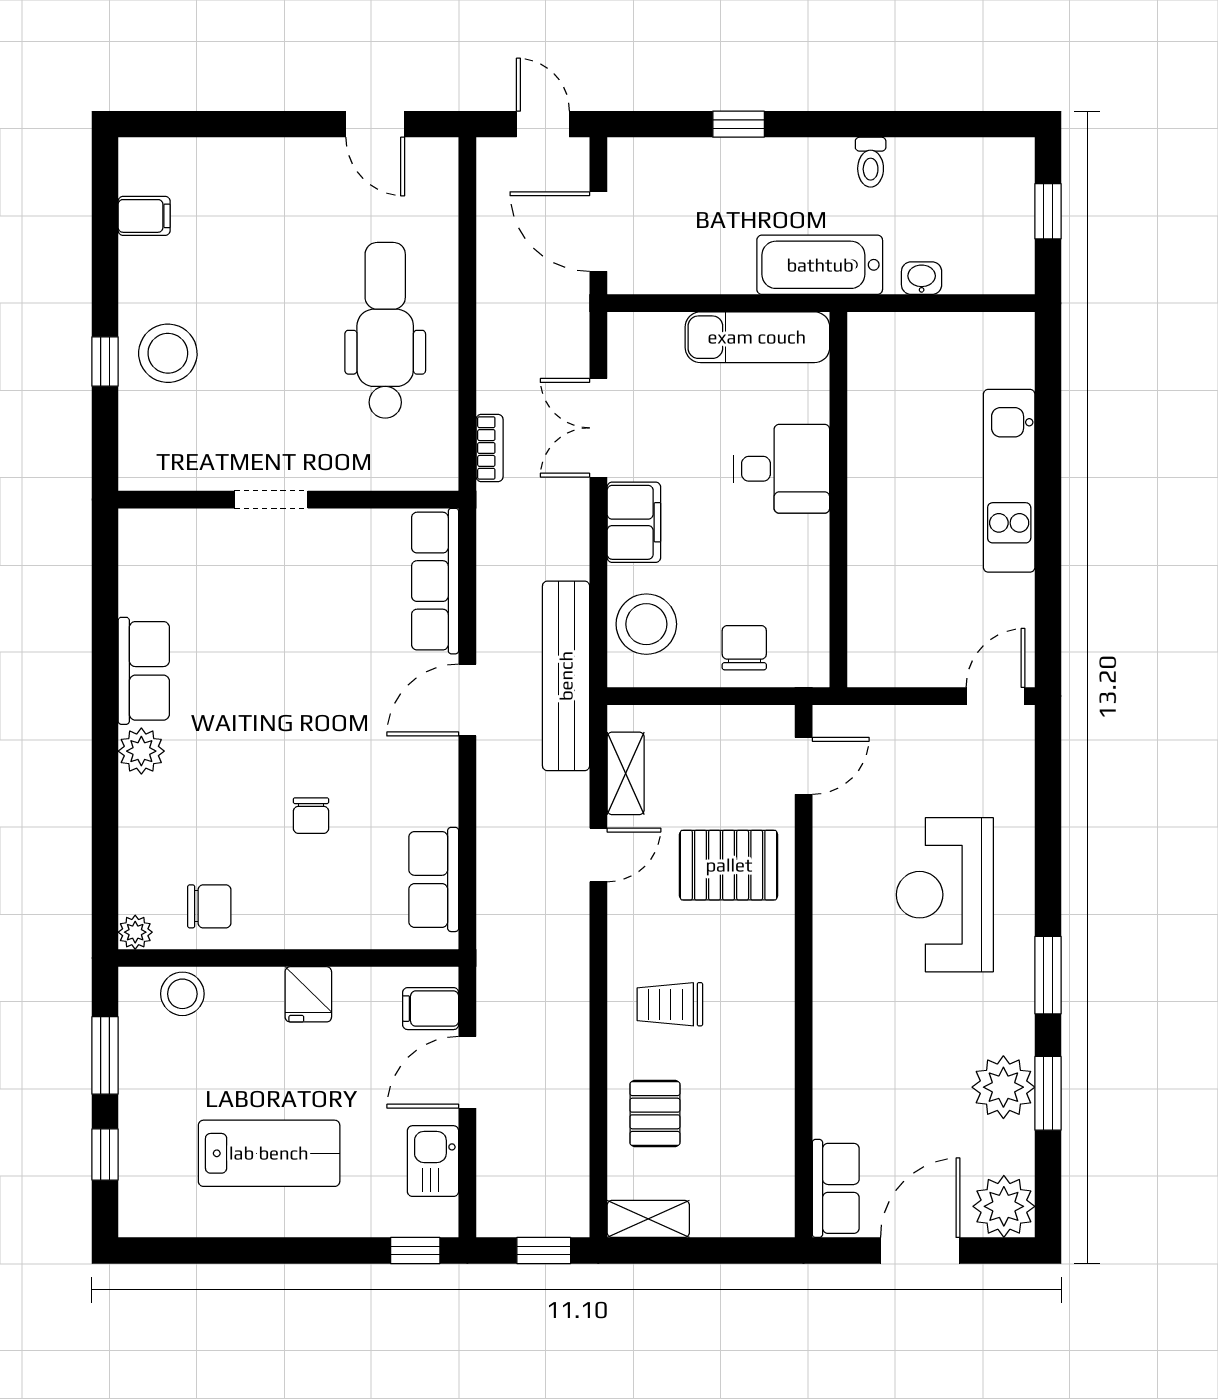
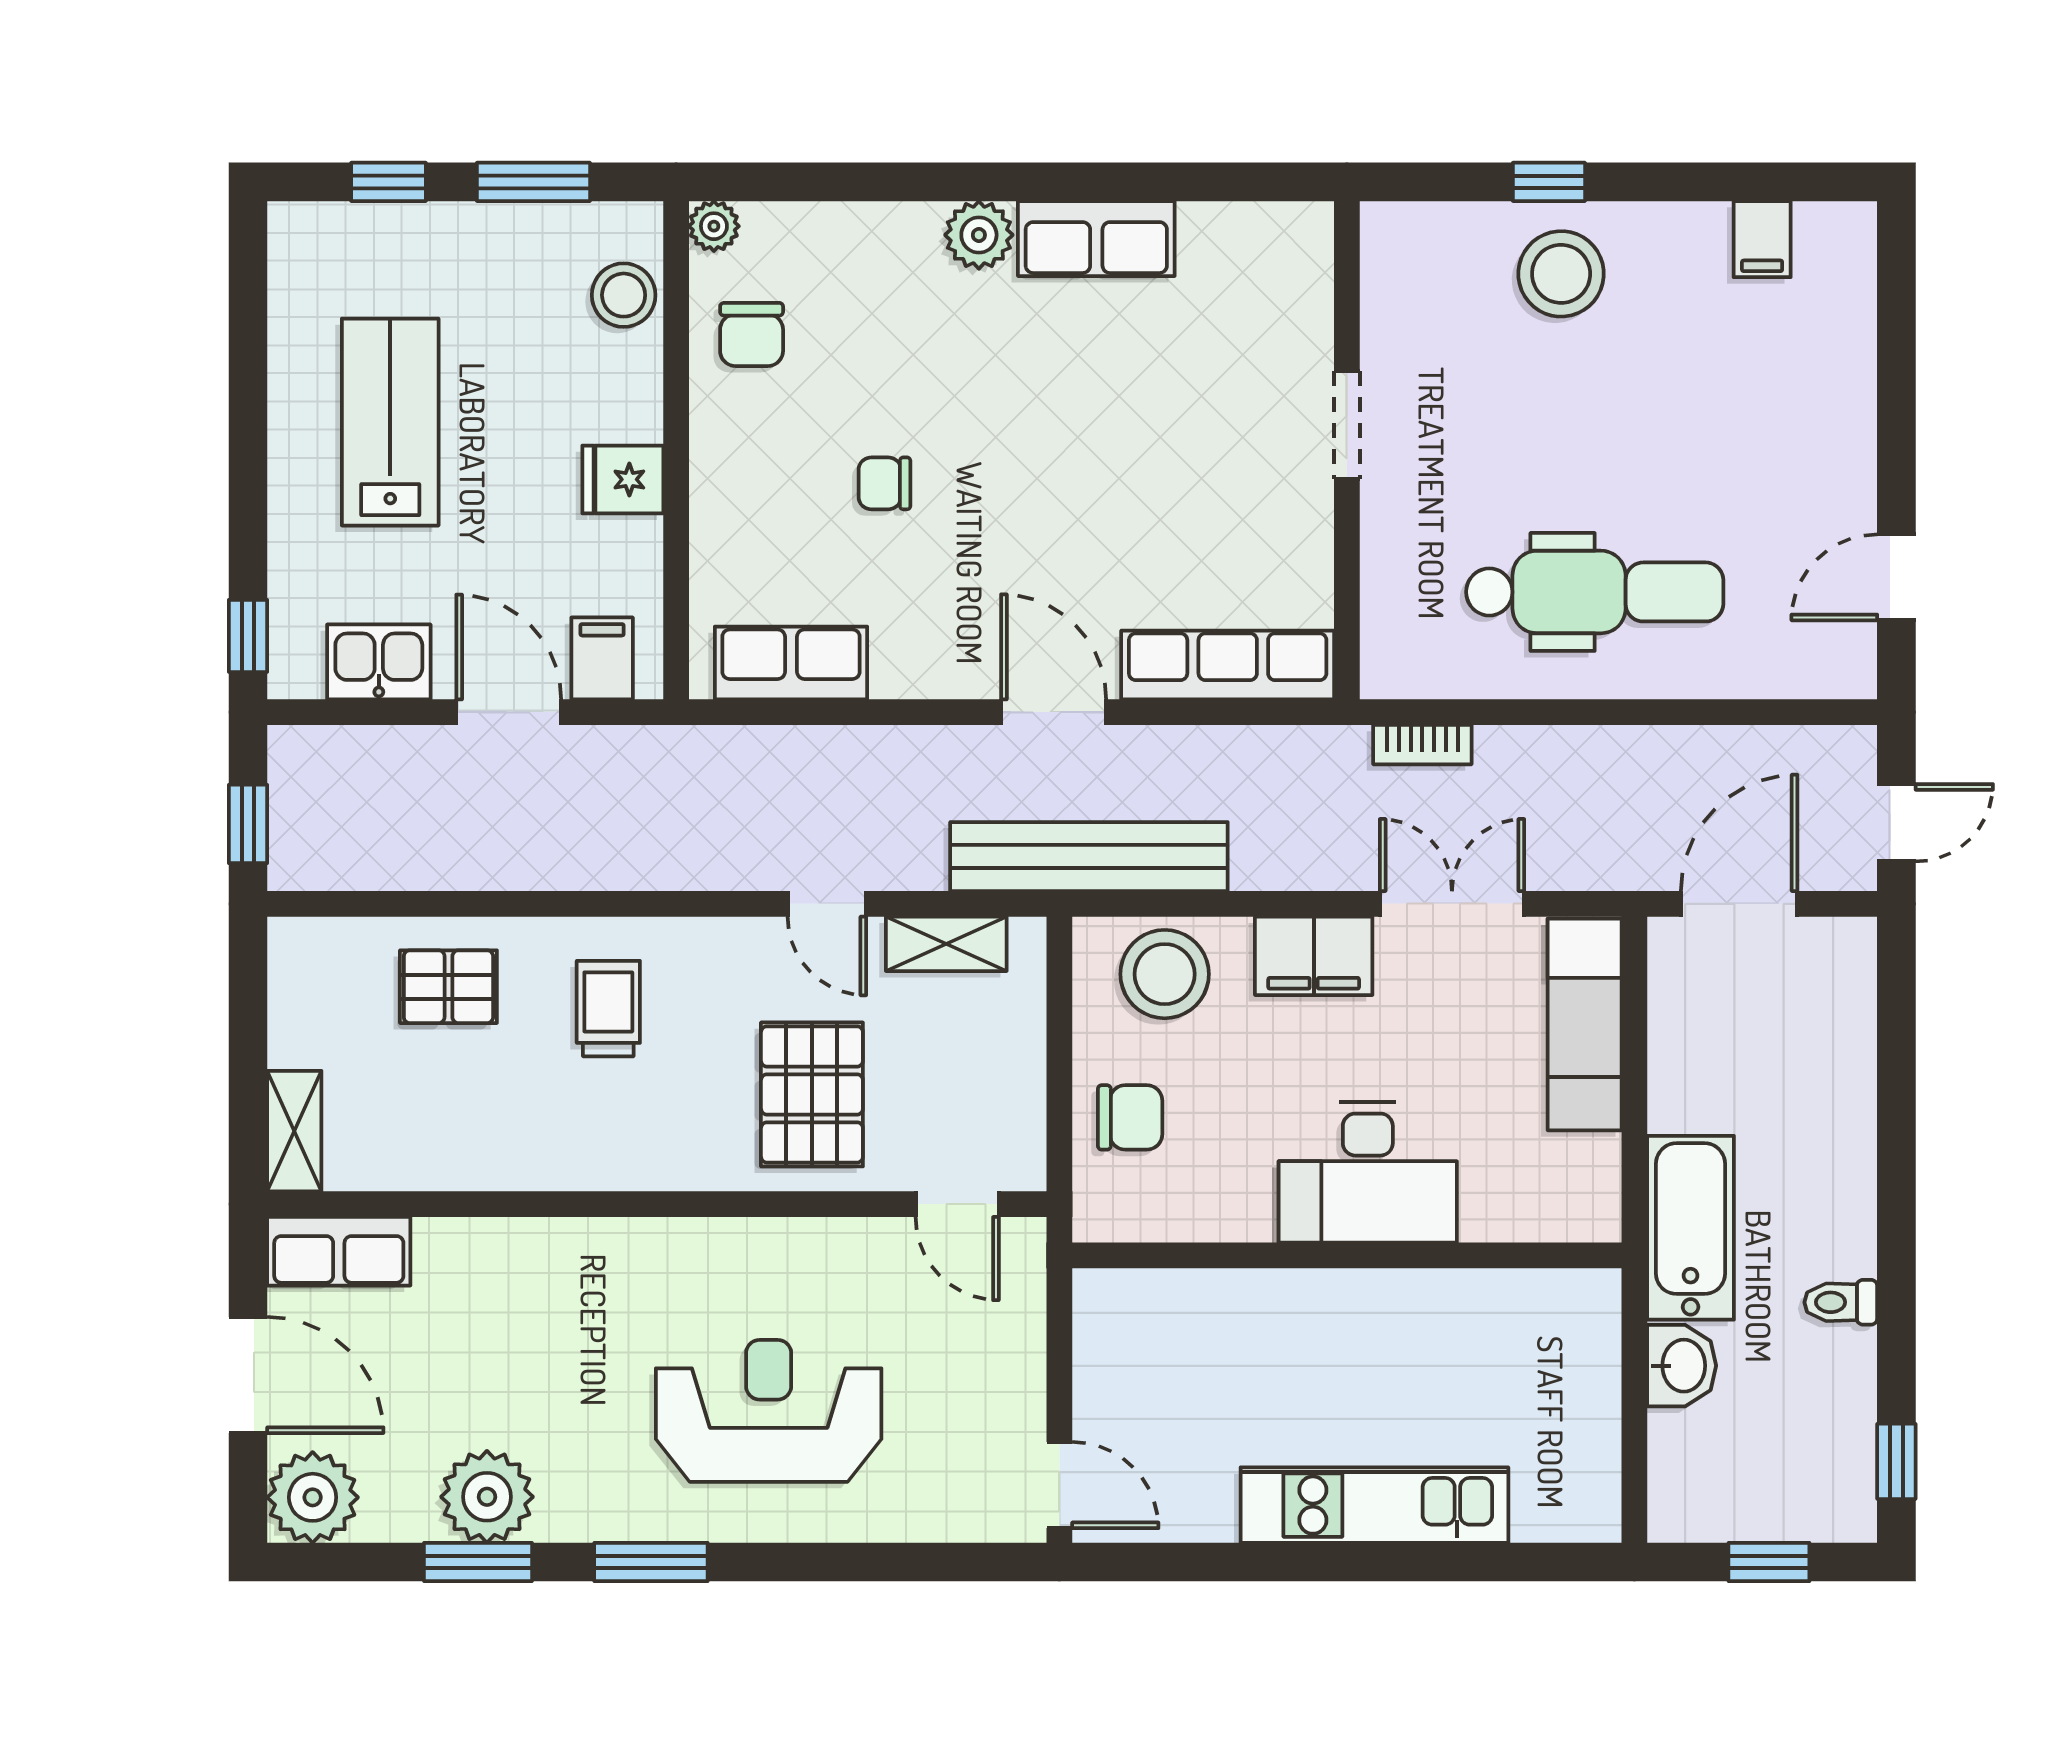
window: (739, 124) -> (1896, 1461), moved
washbasin: (922, 278) -> (1682, 1366), width x1.38, depth x1.45
exam couch: (757, 337) -> (1585, 1025), moved
desk: (782, 469) -> (1368, 1172), width x1.37
lab bench: (269, 1153) -> (390, 422), turned 180
shelving: (648, 1219) -> (294, 1131), moved

